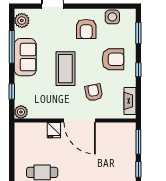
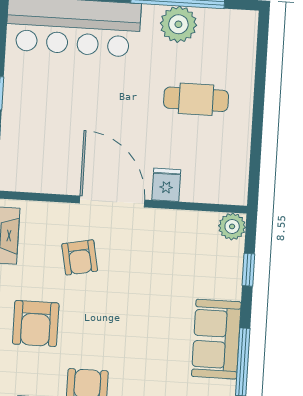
armchair: (113, 59) -> (36, 323), turned -90
coffee table: (65, 69) -> (135, 310), removed

